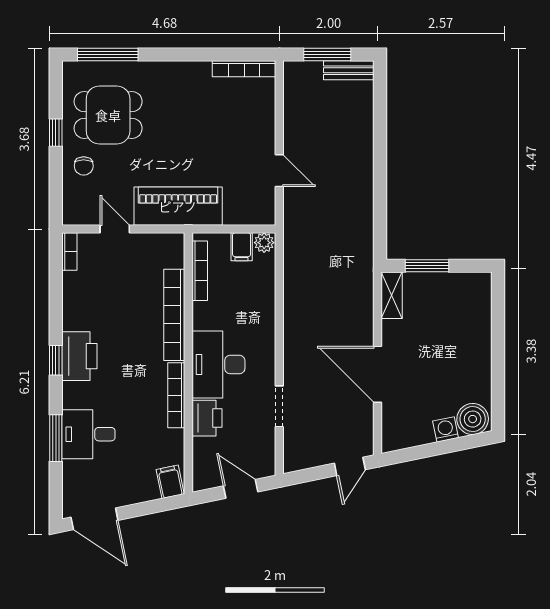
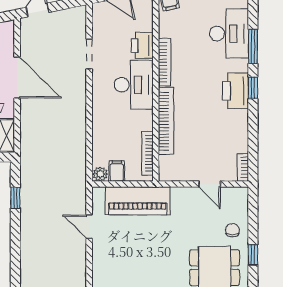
piano: (178, 206) -> (138, 201), moved
window: (380, 210) -> (15, 198), added
desk: (88, 434) -> (229, 34), width x1.37
window: (56, 438) -> (253, 46), moved

